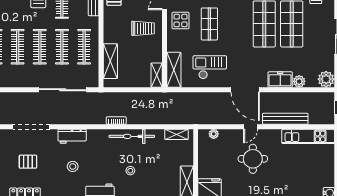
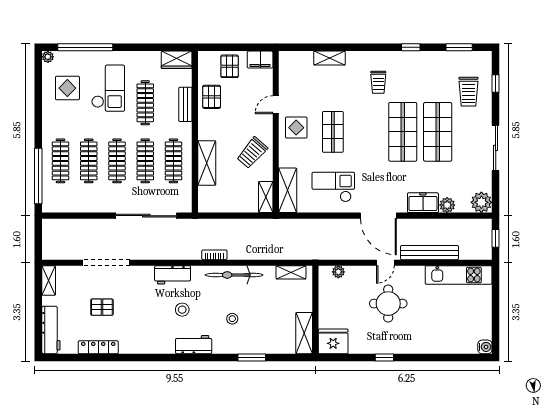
trolley: (143, 28) -> (252, 153), moved, turned 131
shelving: (110, 61) -> (207, 163), moved
workbench: (72, 136) -> (173, 275), moved
stool: (73, 166) -> (182, 310), moved

